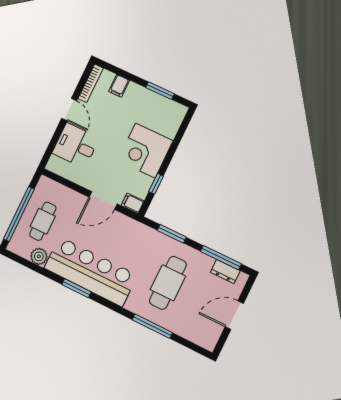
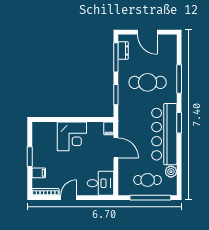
window: (160, 91) -> (30, 157), moved
desk: (76, 146) -> (101, 183), moved, turned -90
window: (156, 184) -> (89, 120), removed
window: (77, 288) -> (179, 123), moved

